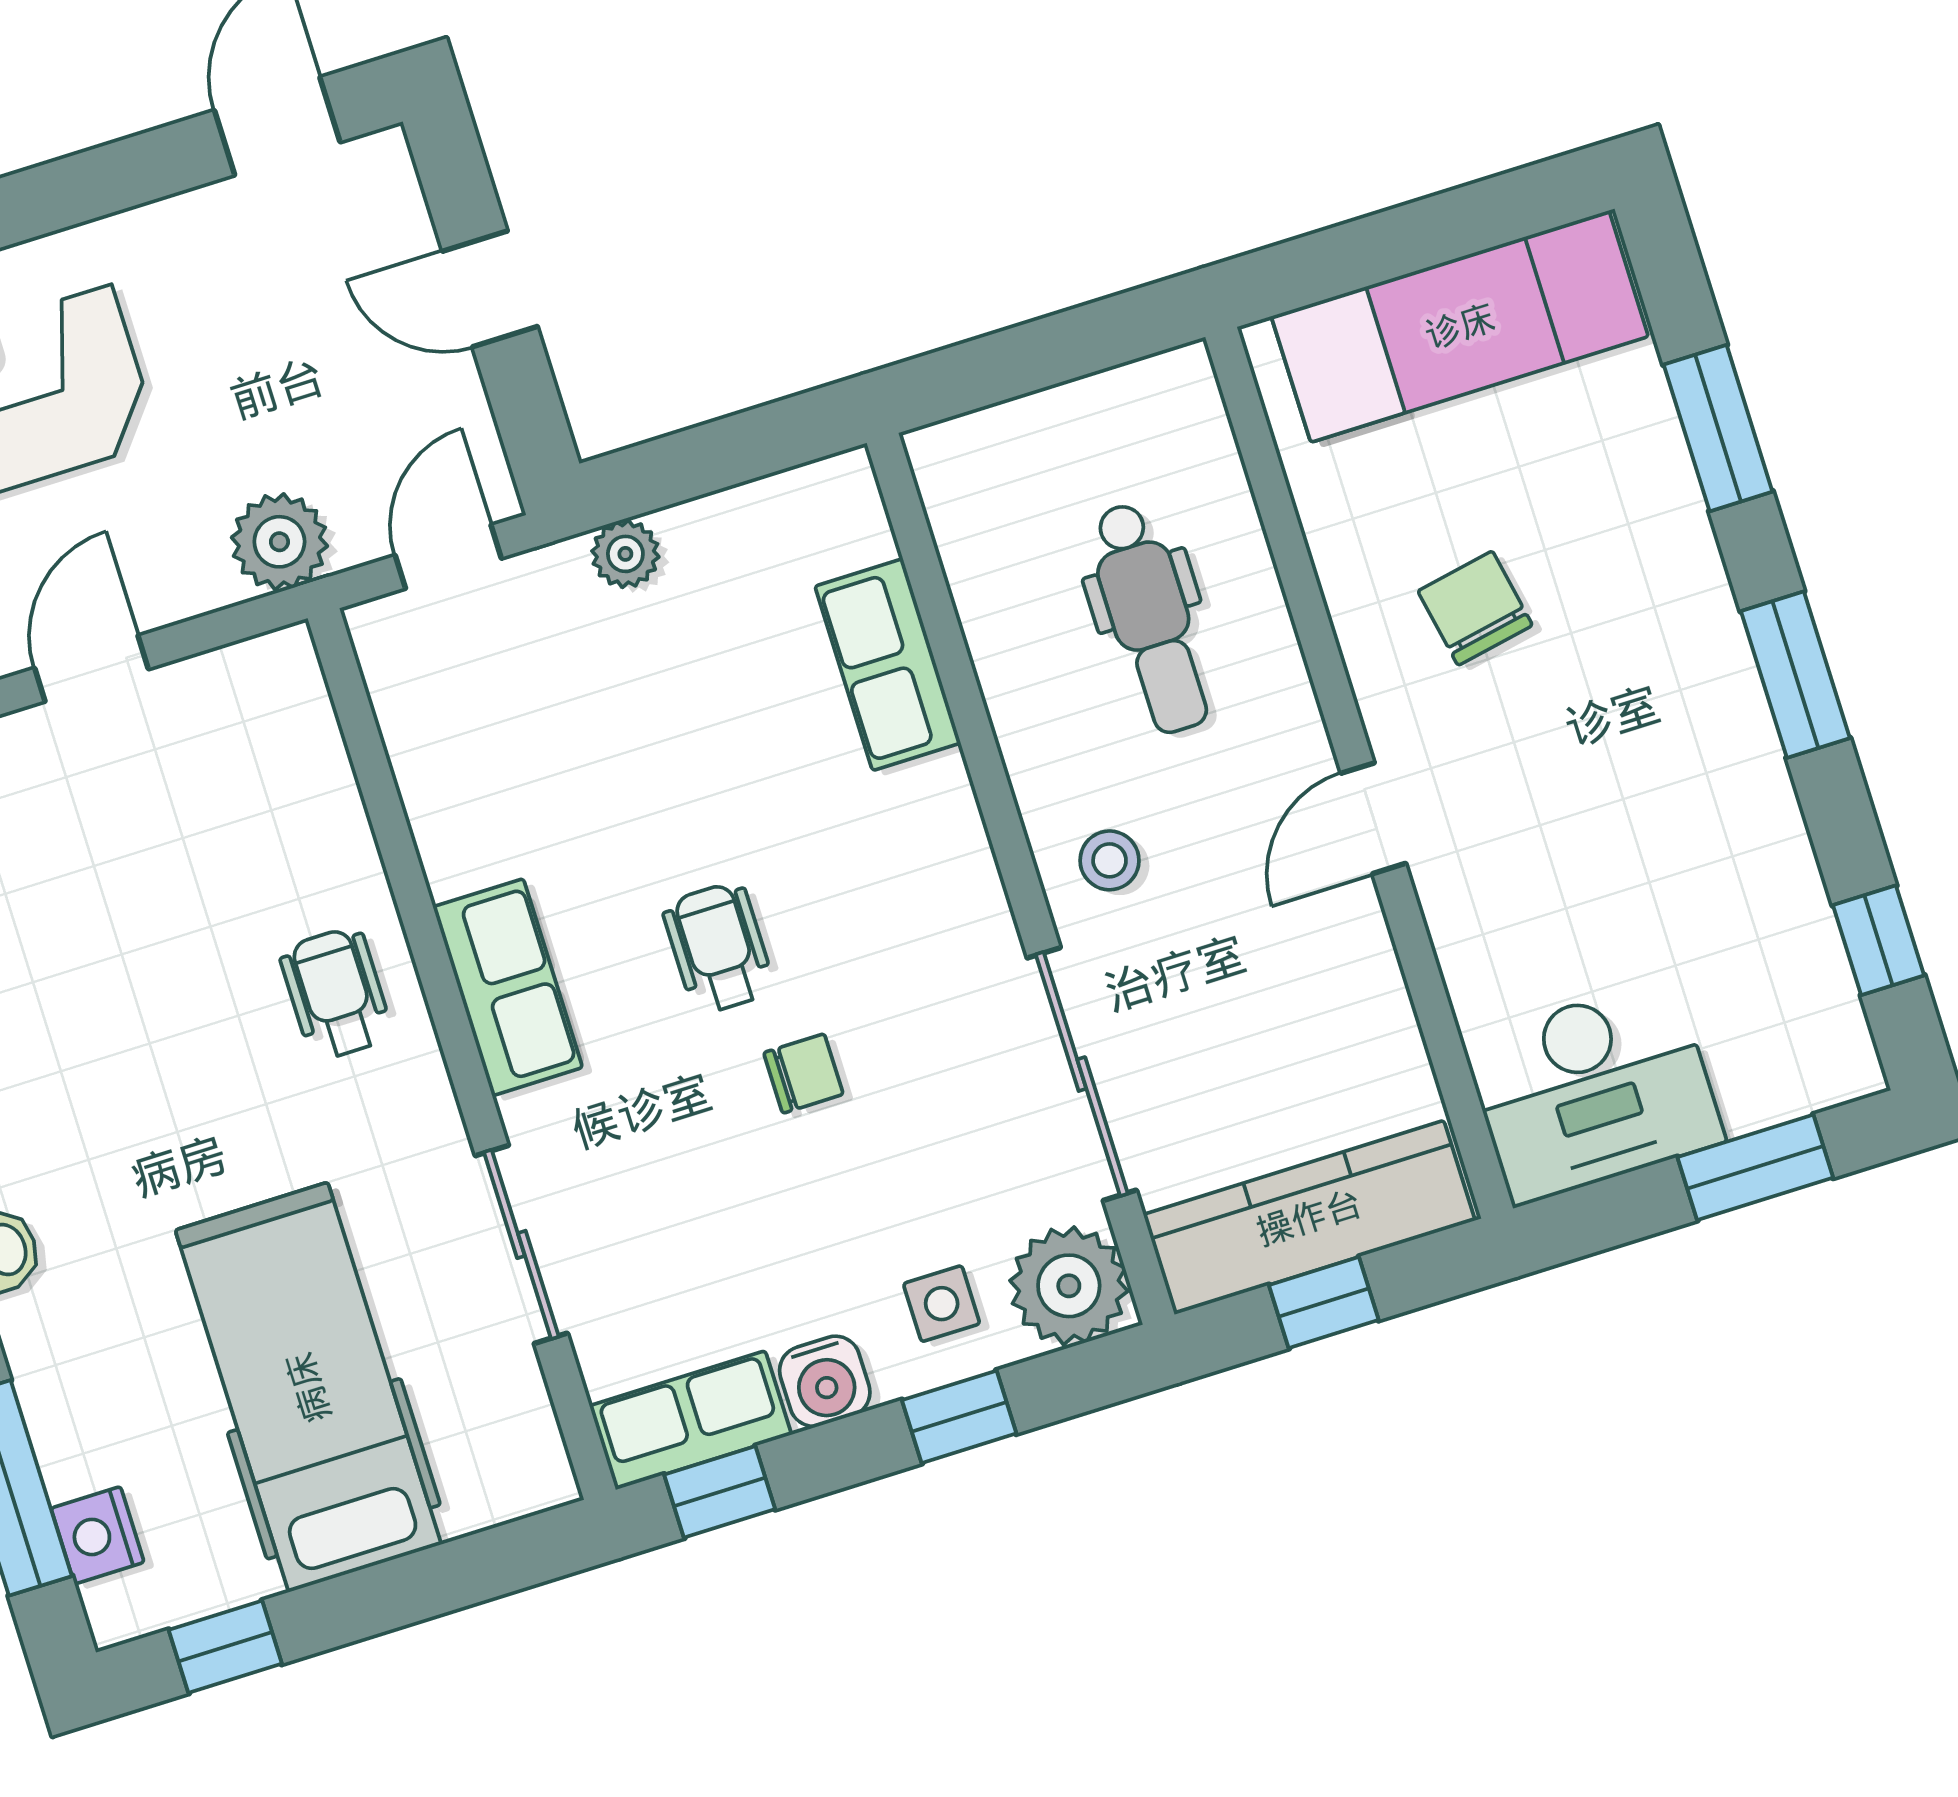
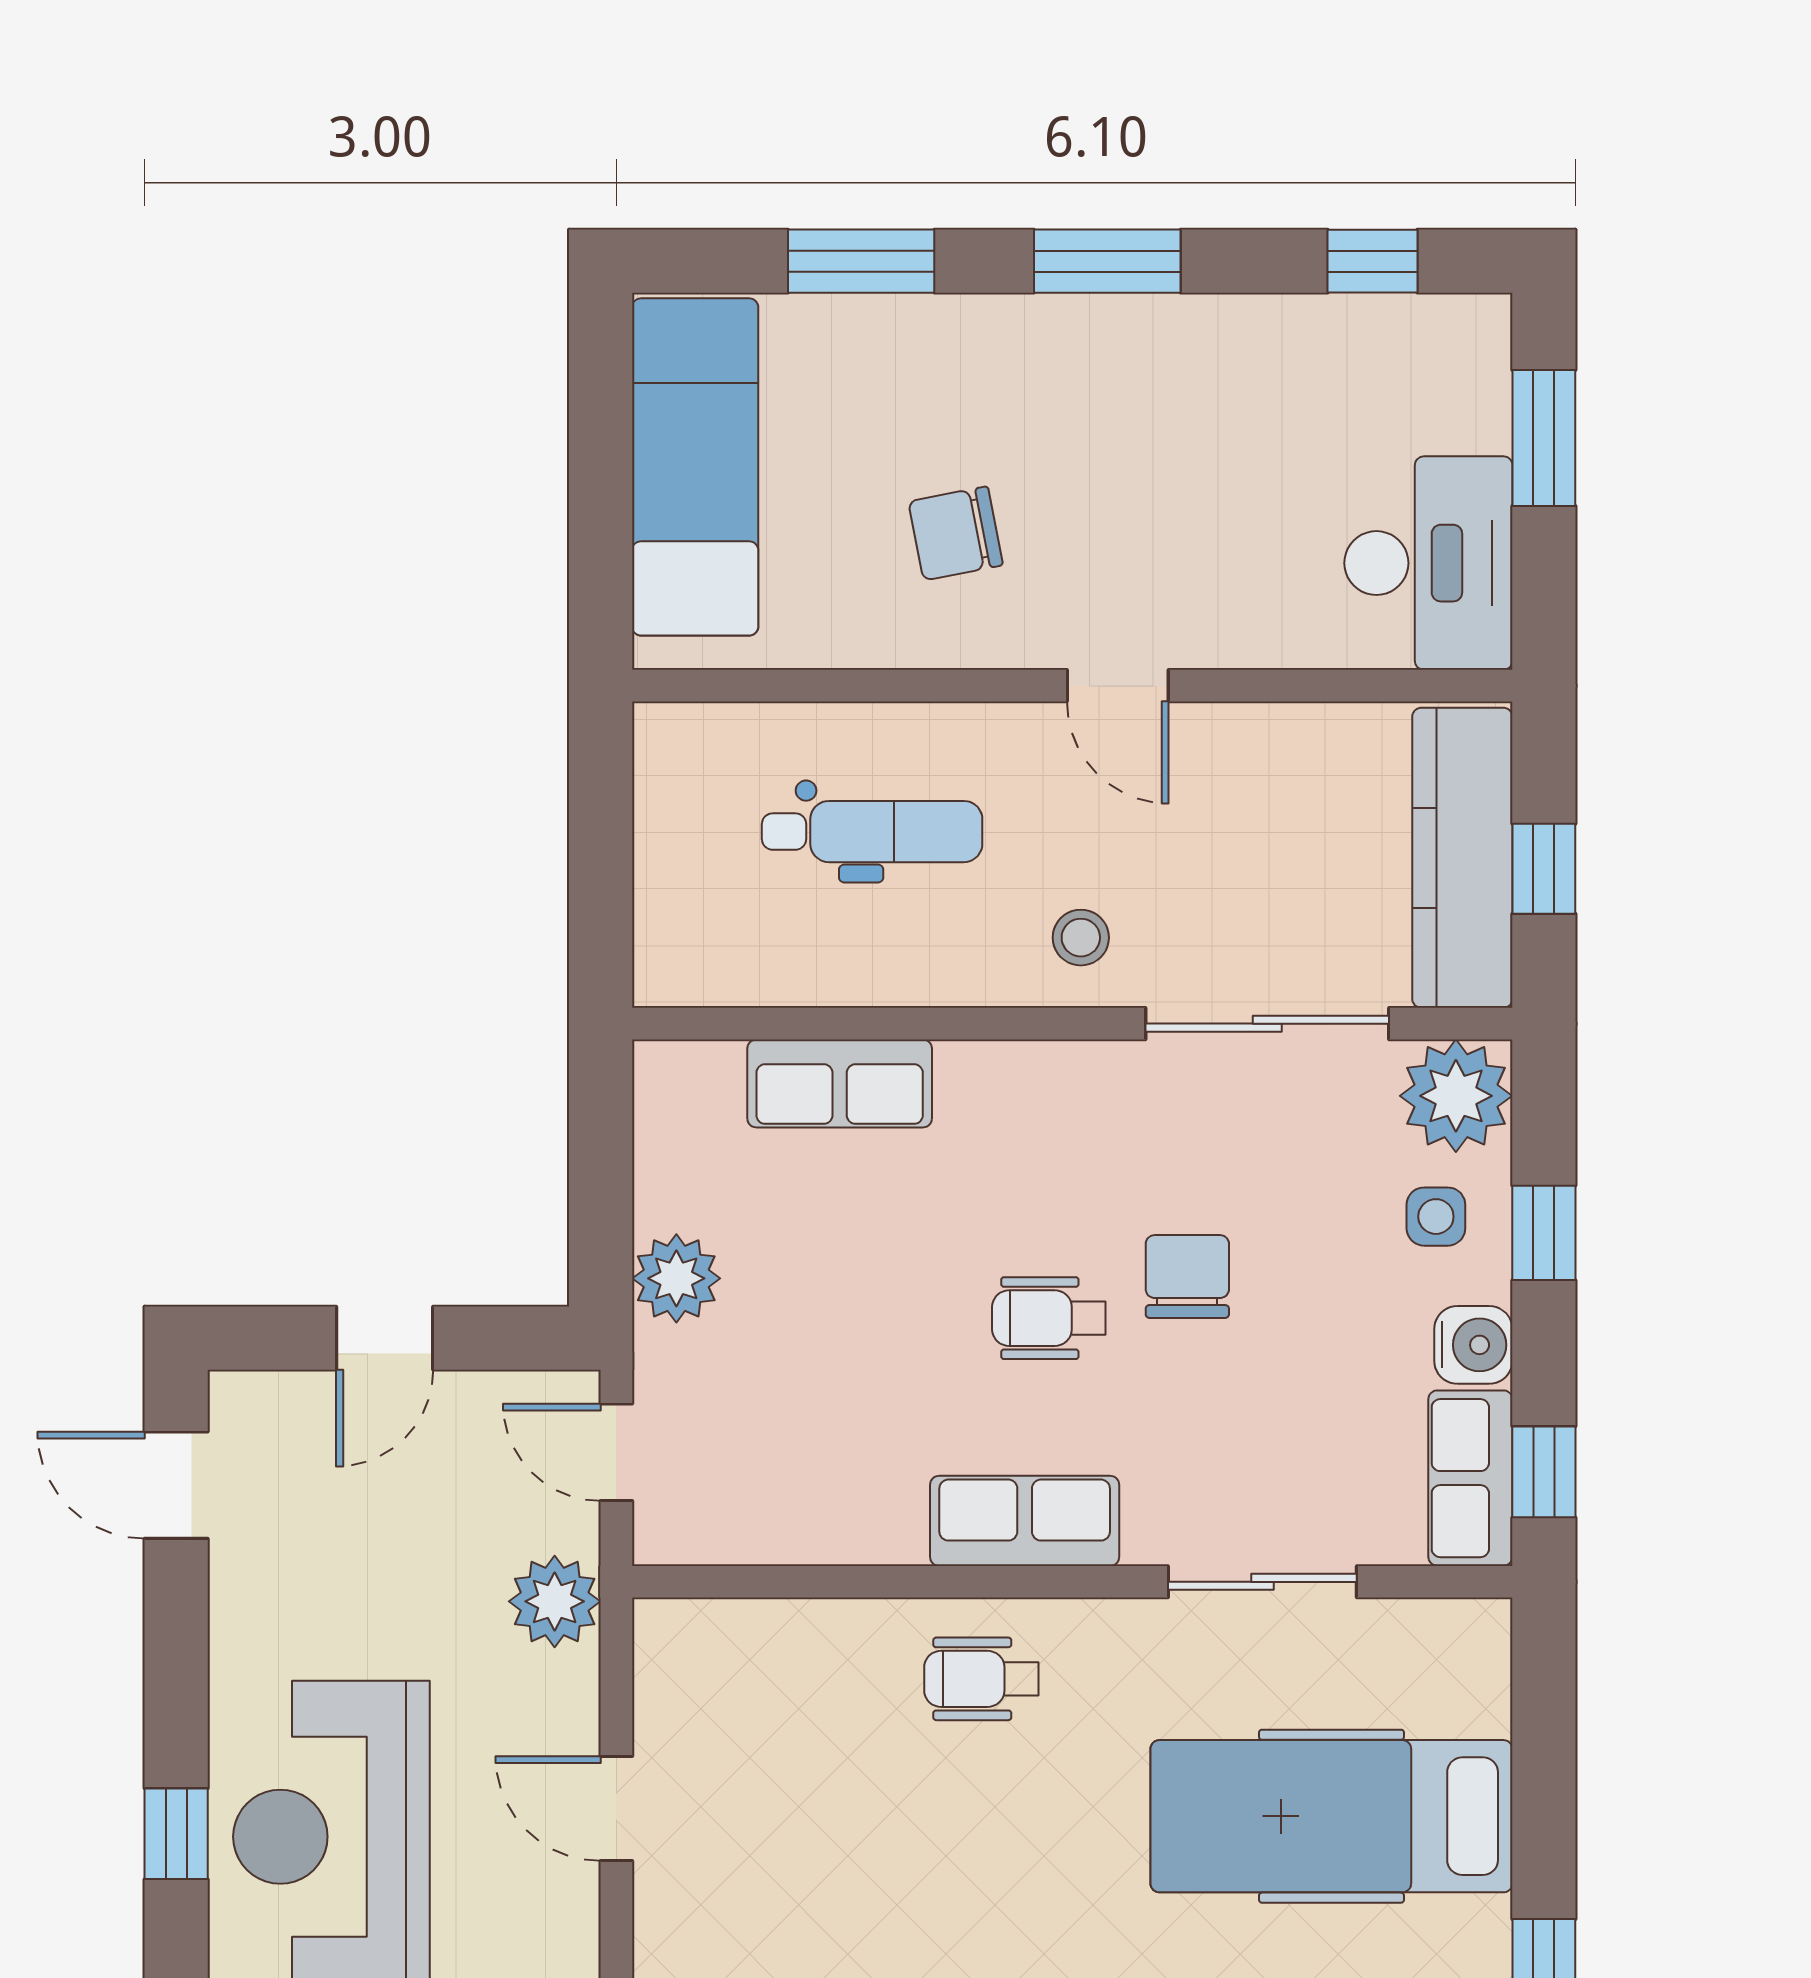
plant: (625, 554) -> (676, 1278), width x1.38, depth x1.38
chair: (803, 1073) -> (1187, 1277), width x1.37, depth x1.37

